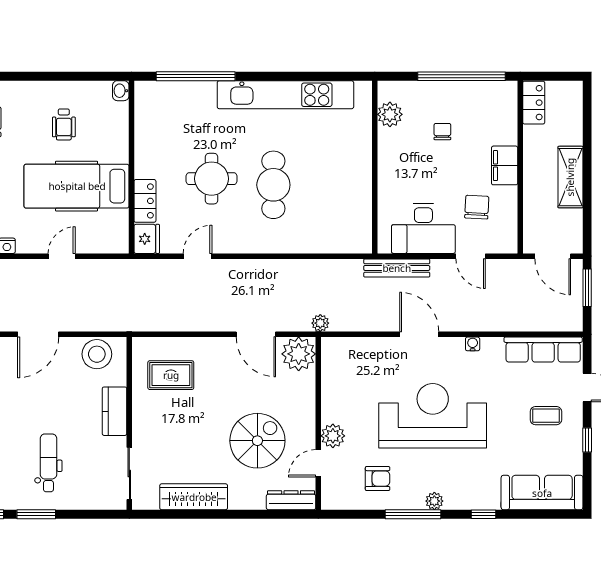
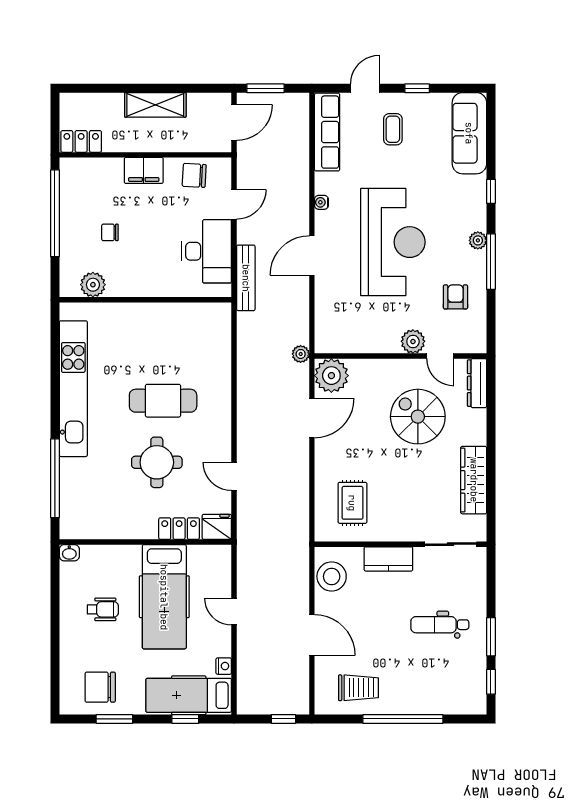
chair: (477, 207) -> (194, 175), moved
reception desk: (433, 416) -> (393, 242), turned 180

